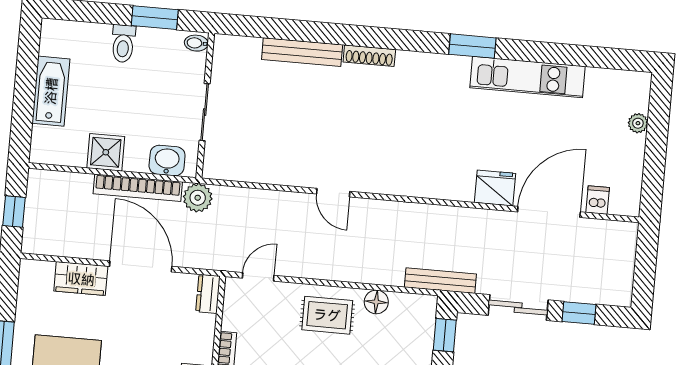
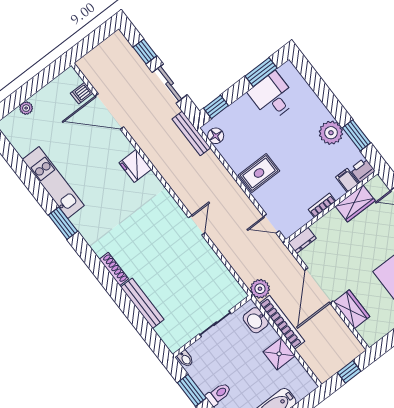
fridge: (495, 188) -> (135, 166), moved
floor lamp: (376, 302) -> (216, 136), moved
rug: (327, 315) -> (259, 173), turned 90

